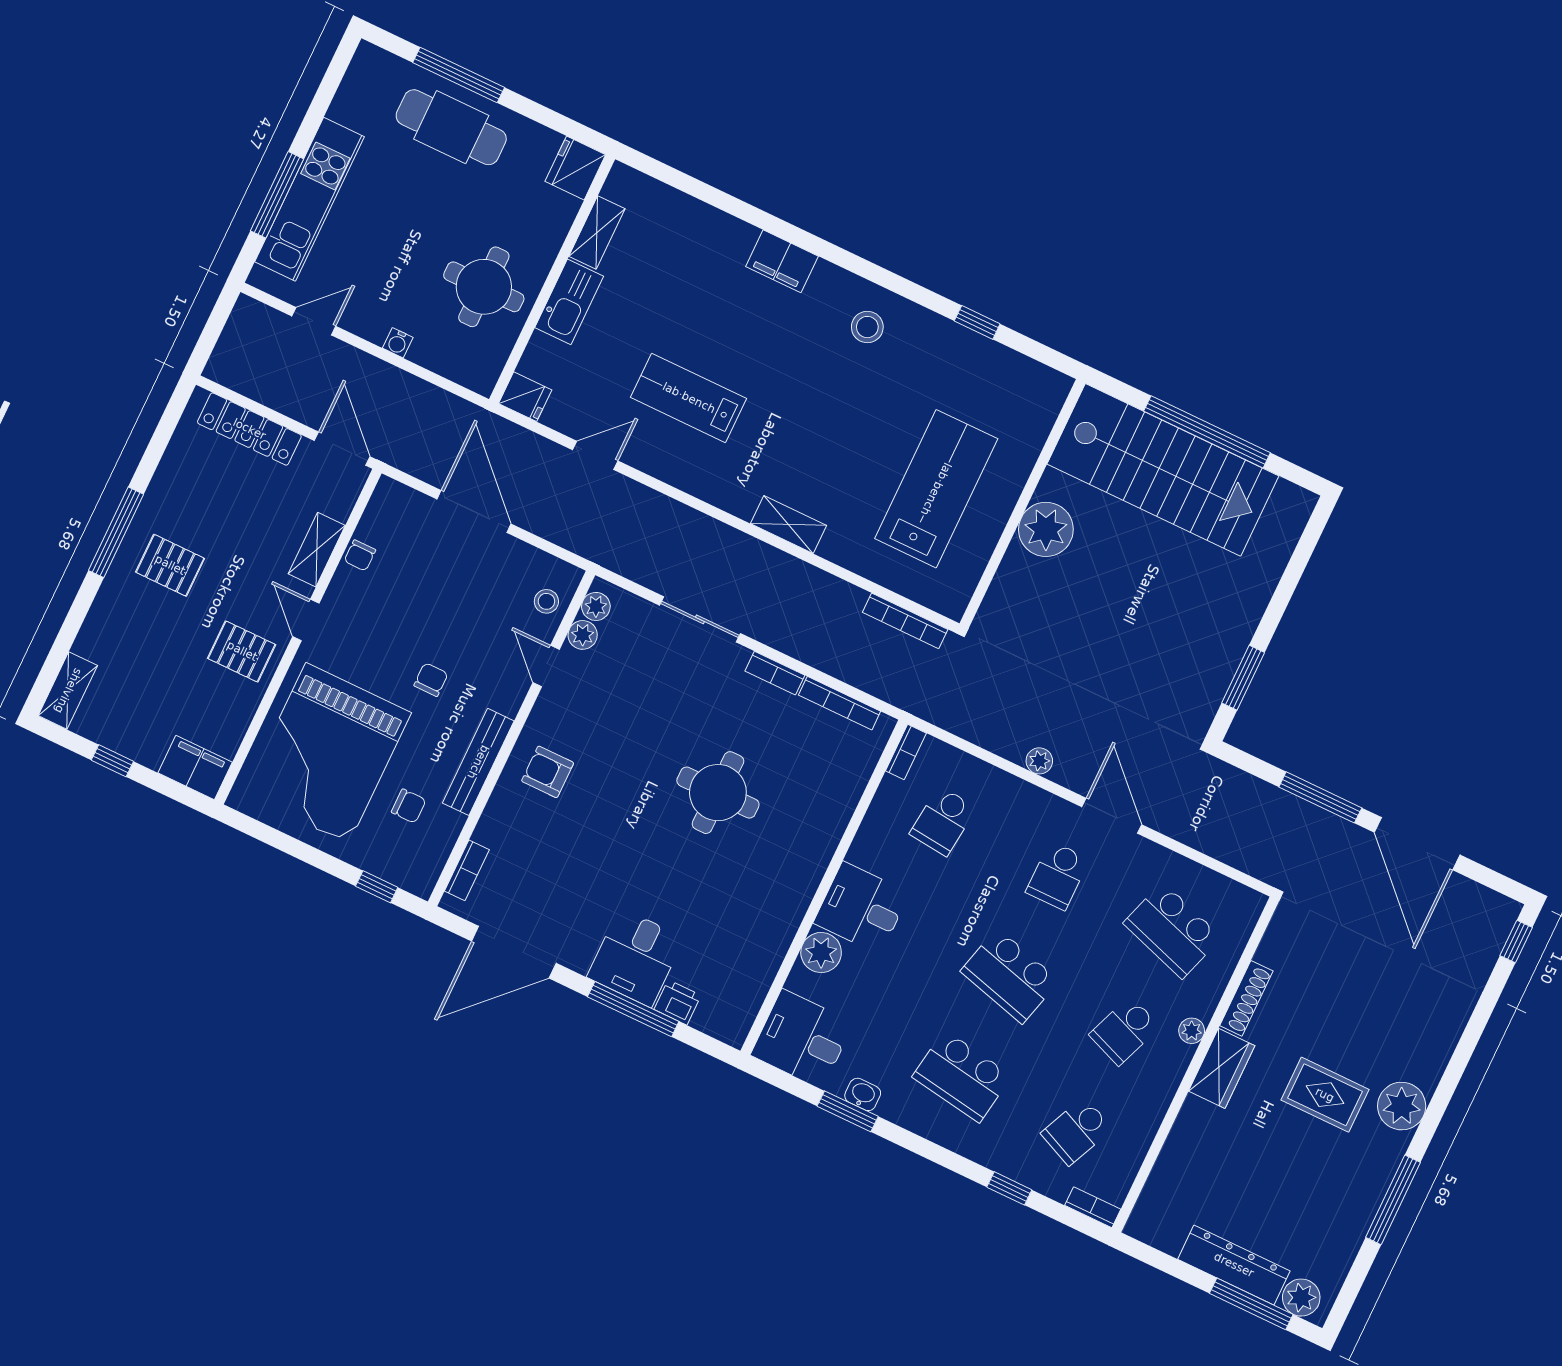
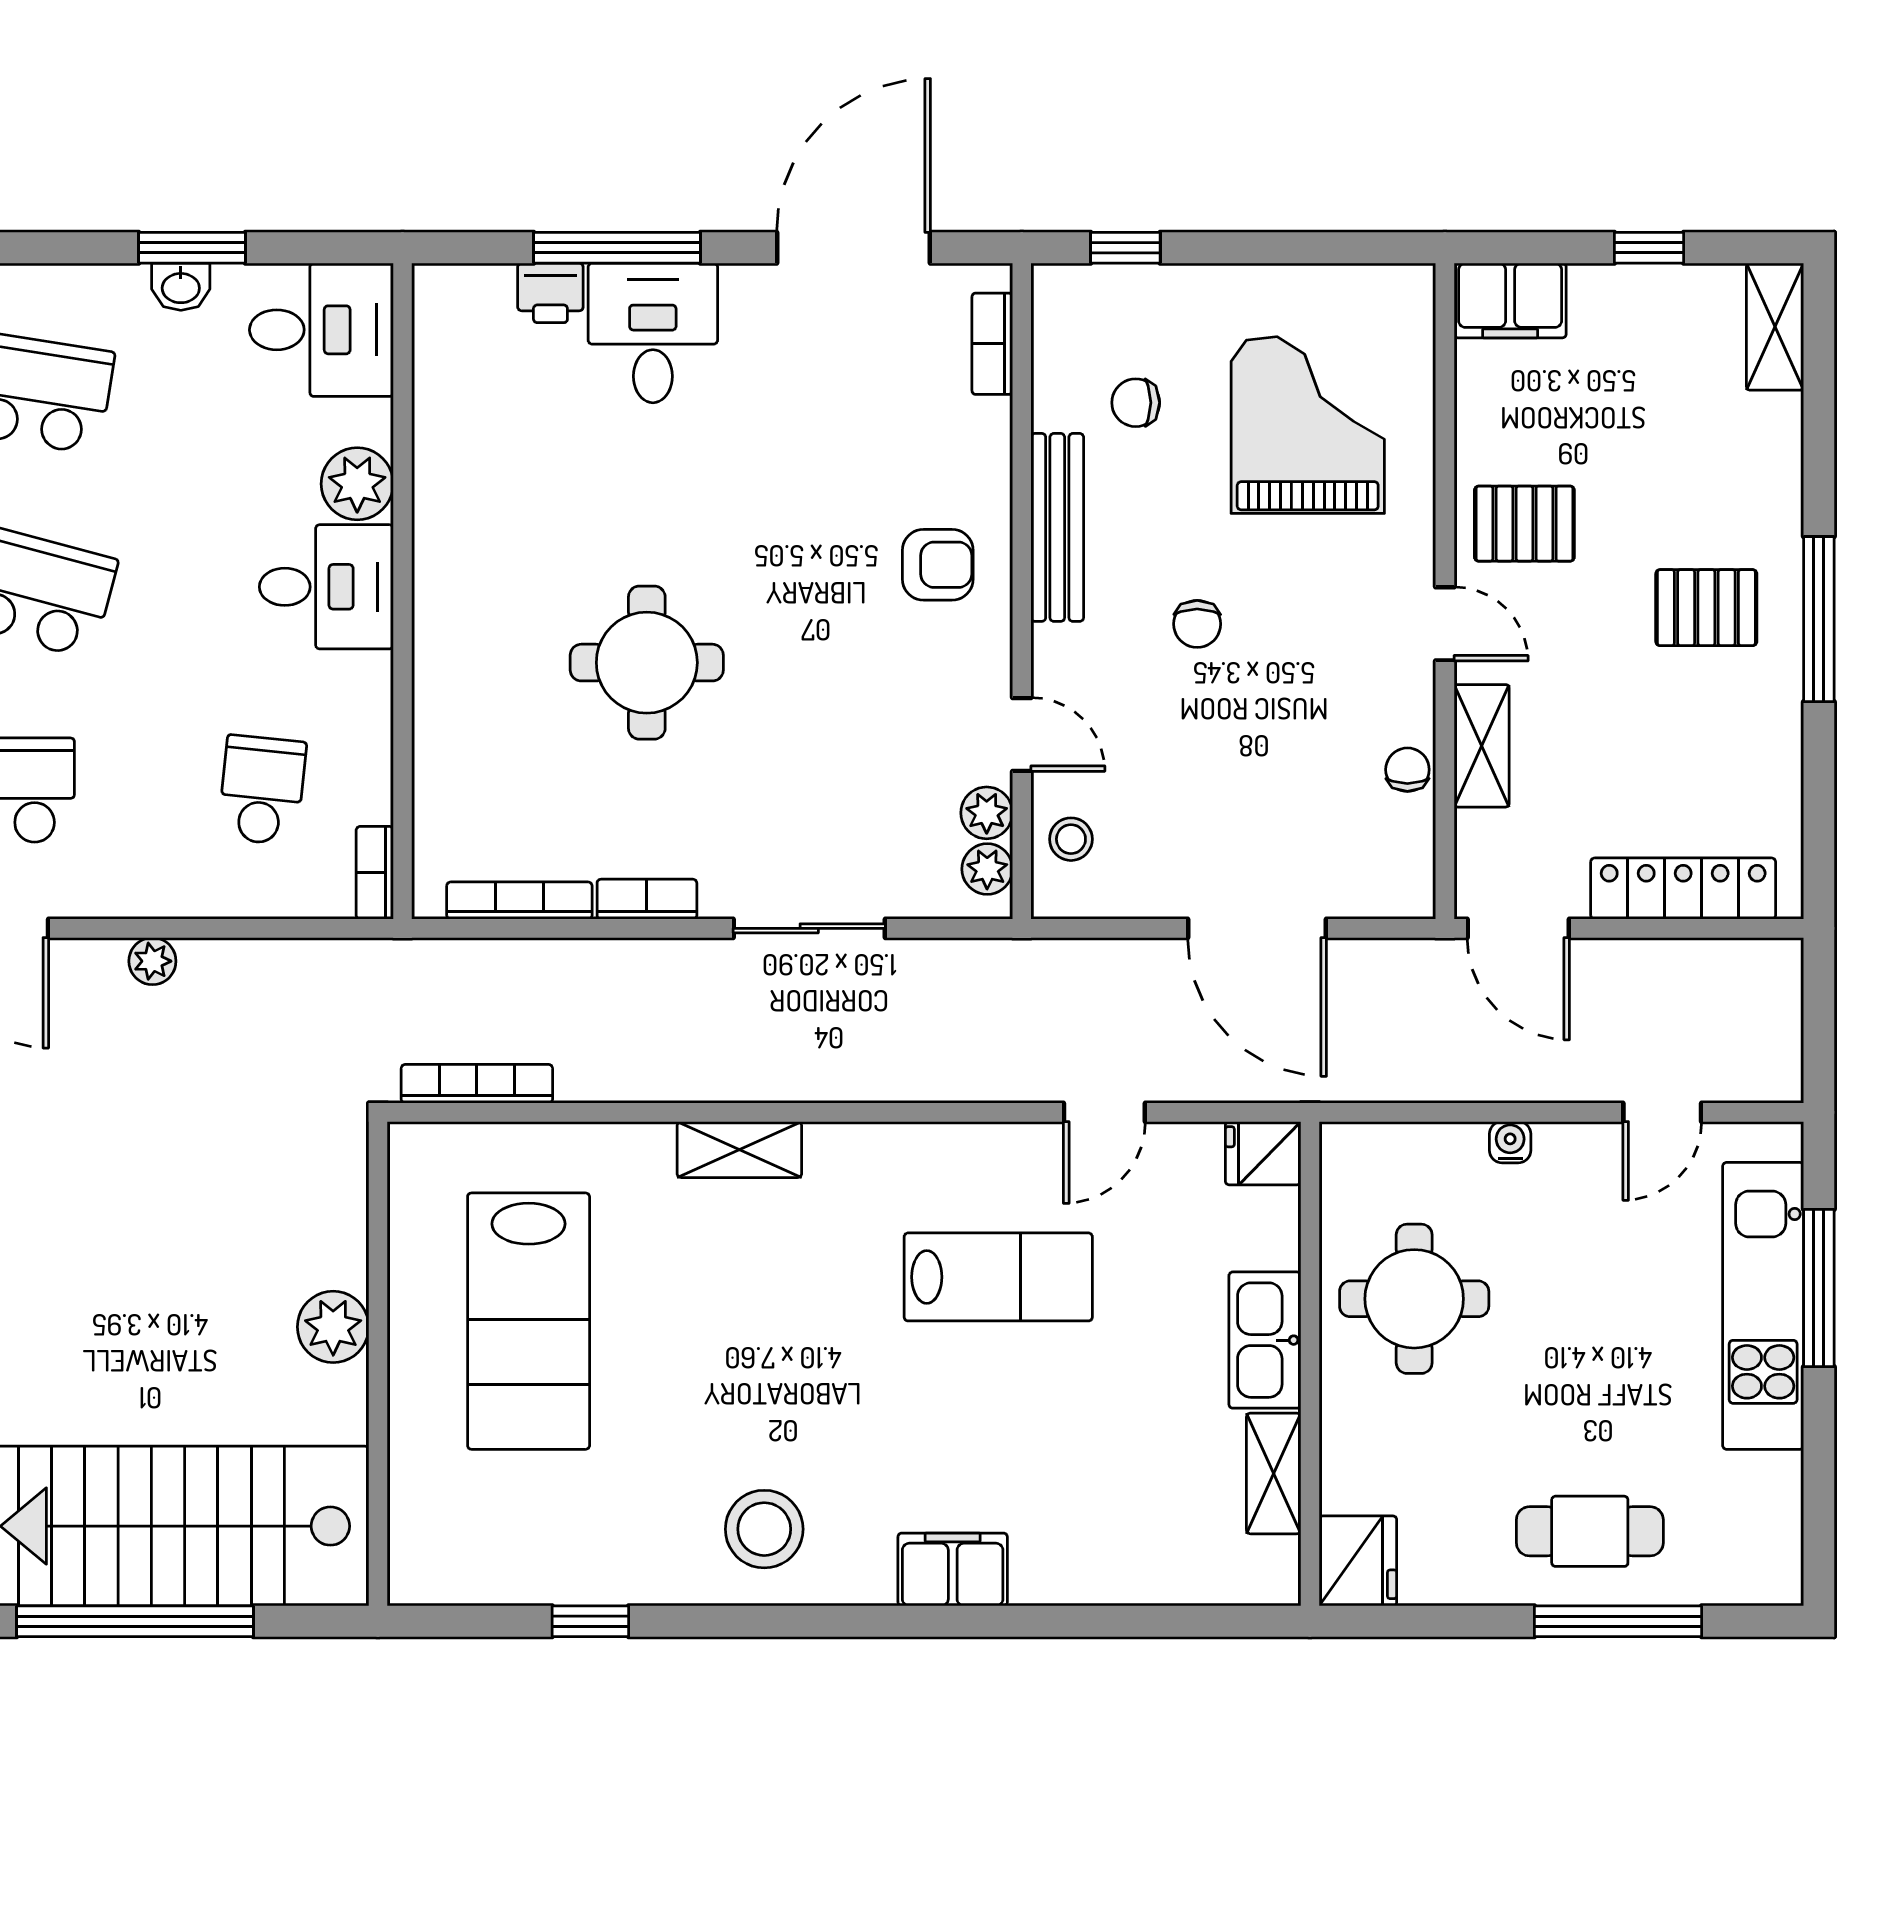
cafe table: (451, 127) -> (1590, 1531), width x0.73, depth x0.74
stool: (867, 327) -> (764, 1529), width x1.38, depth x1.38
plant: (1046, 529) -> (333, 1327), width x0.73, depth x0.73
grand piano: (327, 753) -> (1308, 425), width x0.73, depth x0.68

